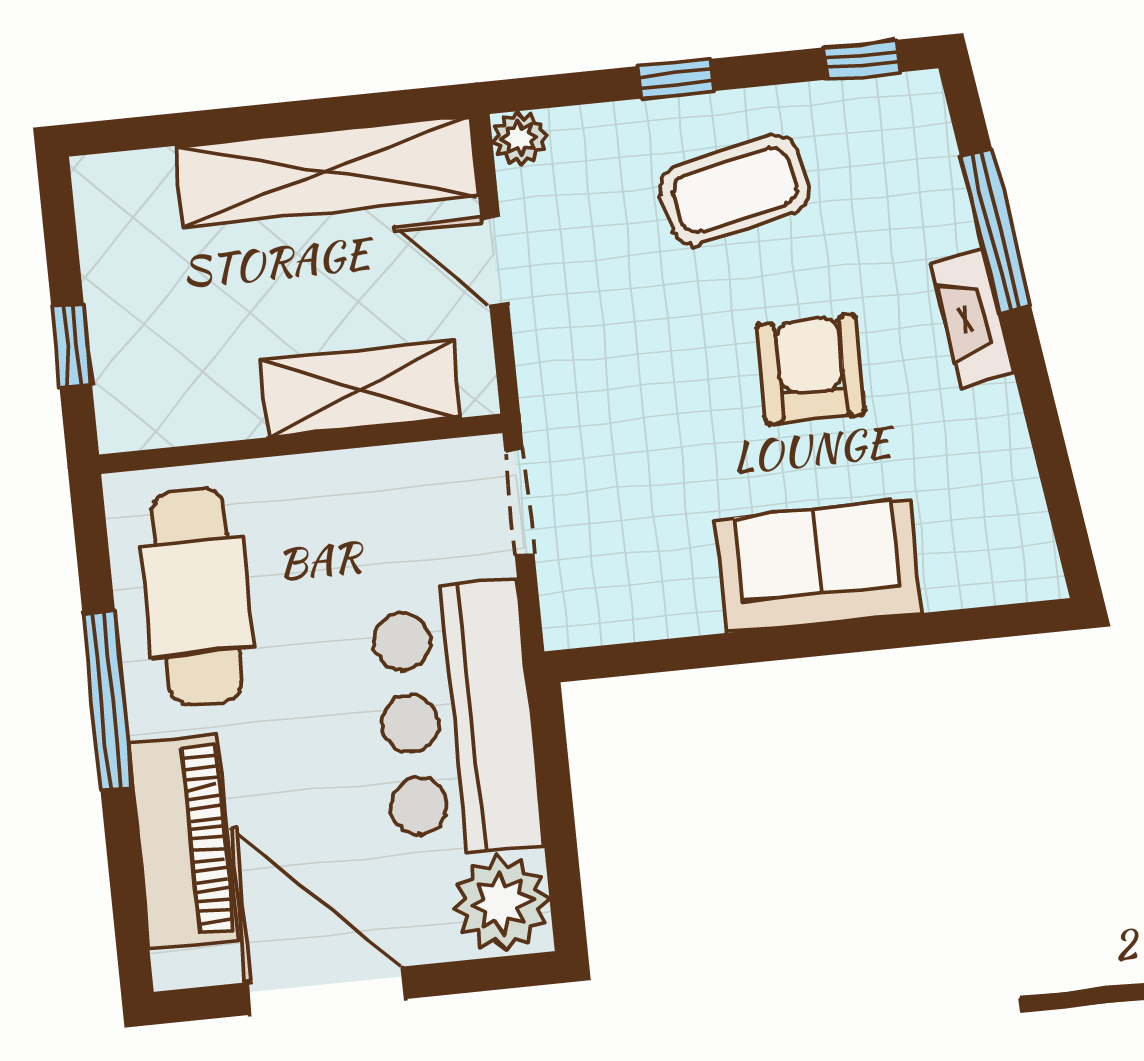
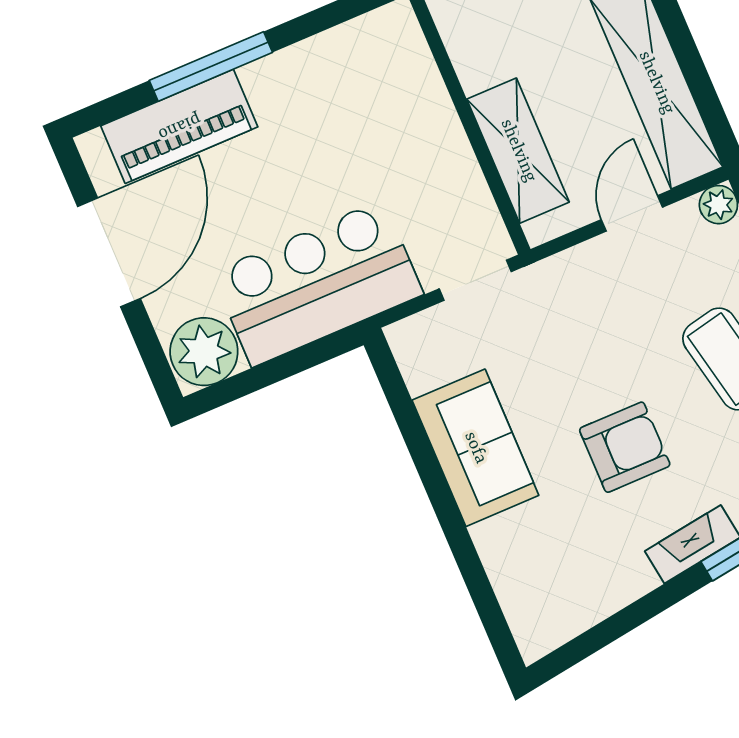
sofa: (818, 566) -> (475, 448), moved
cafe table: (197, 597) -> (345, 84), removed
window: (108, 701) -> (211, 66), moved

